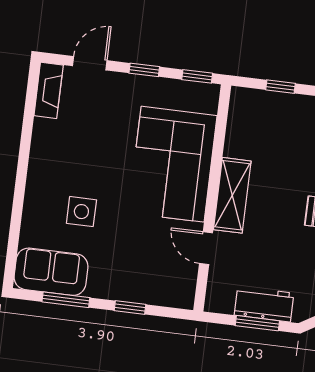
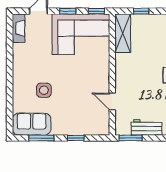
corner sofa: (173, 164) -> (81, 34), moved, turned -90
shelving: (232, 195) -> (123, 33), moved
window: (257, 323) -> (131, 138), moved

